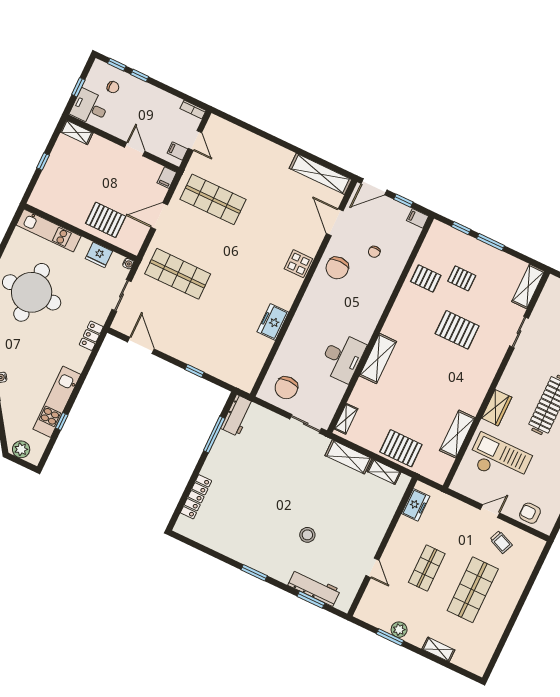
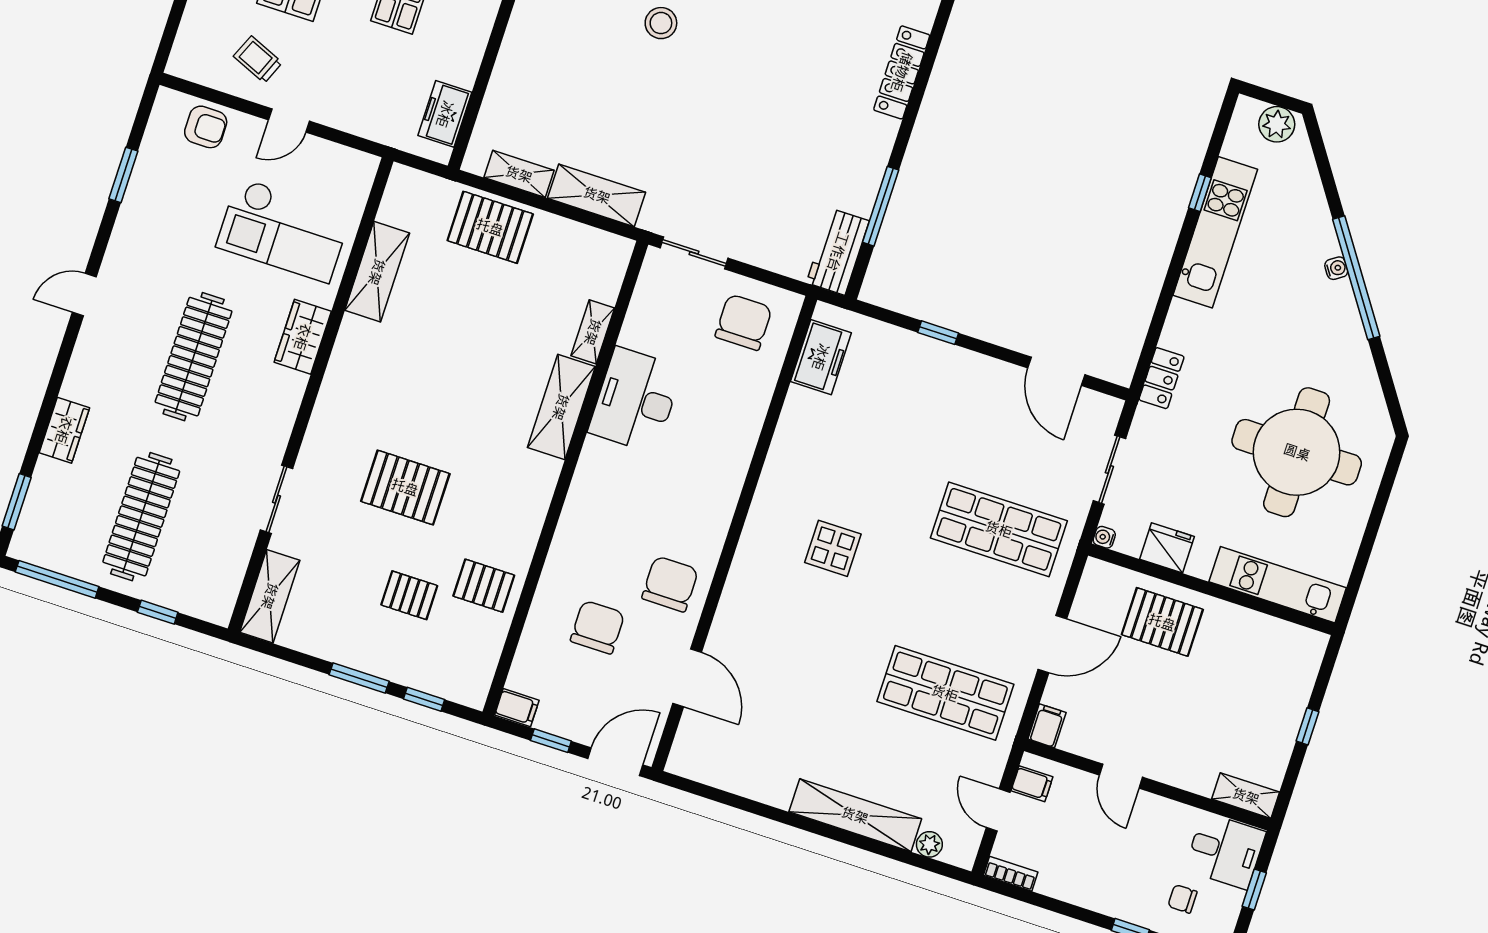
plant: (230, 128) -> (929, 844), added
shelving: (320, 174) -> (855, 815), moved
chair: (374, 252) -> (597, 627), width x1.87, depth x1.87
display table: (298, 264) -> (833, 548), moved
freezer: (273, 322) -> (821, 357), moved
shelving: (346, 419) -> (593, 332), moved

